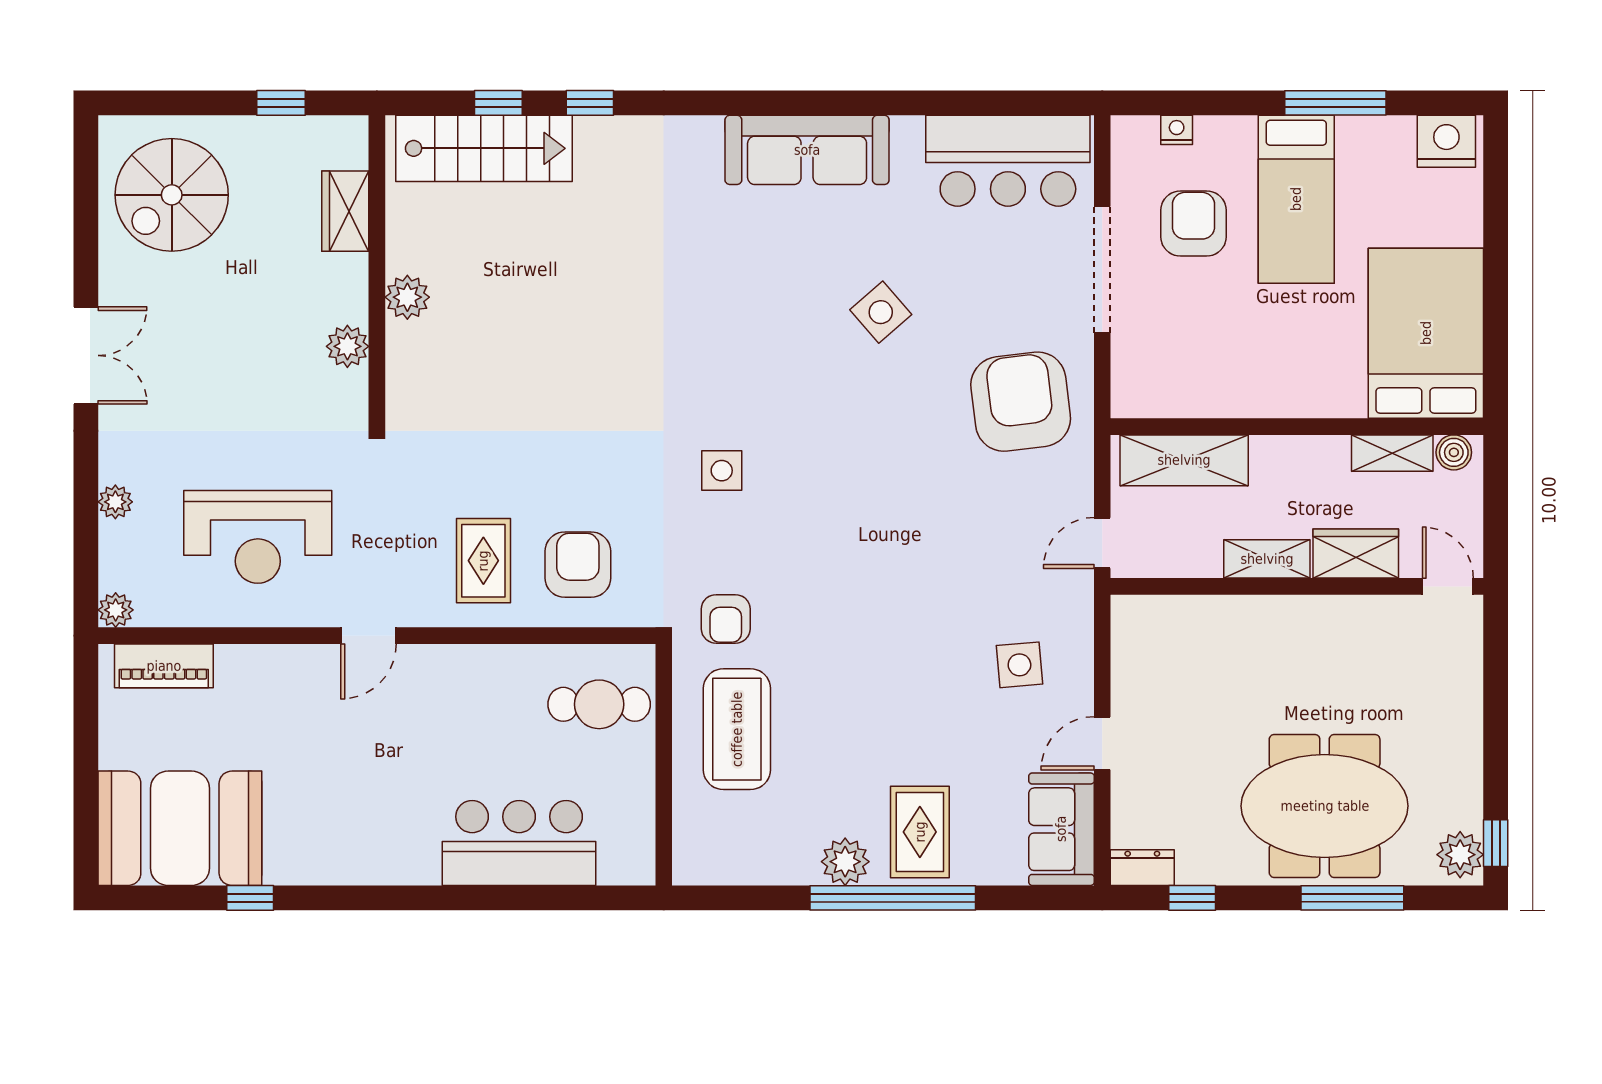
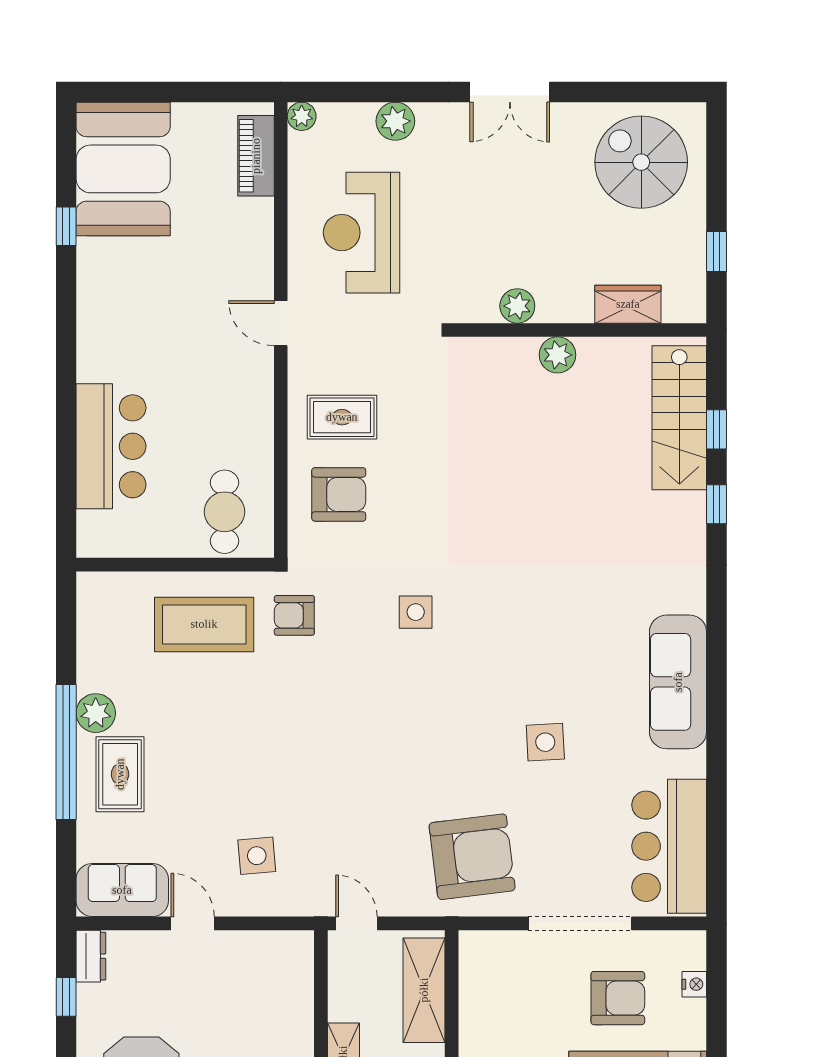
side table: (881, 312) -> (545, 742), turned 38
plant: (115, 502) -> (395, 121), width x1.38, depth x1.38
rug: (920, 832) -> (120, 774), turned 90

